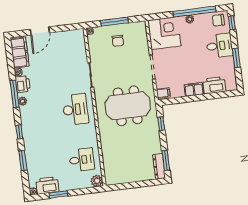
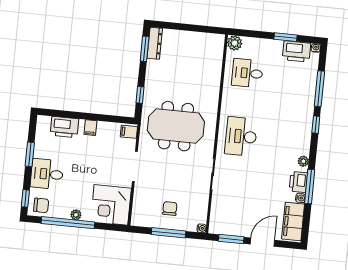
window: (65, 28) -> (231, 239), added
filing cabinet: (194, 89) -> (90, 128), width x0.50
window: (15, 94) -> (310, 187), moved
window: (23, 160) -> (319, 89), width x1.44

